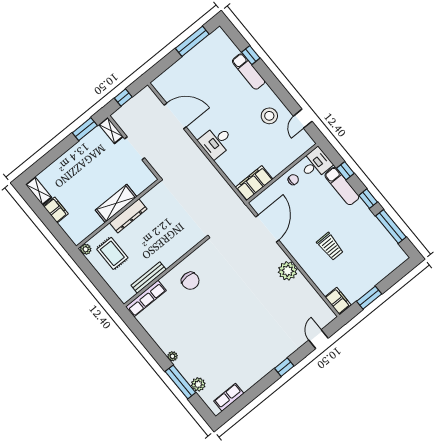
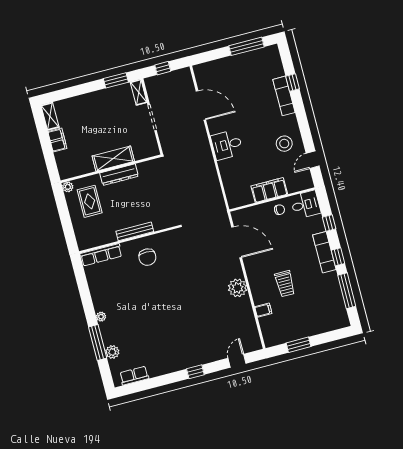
filing cabinet: (254, 183) -> (269, 190), moved
exam couch: (342, 186) -> (324, 252), moved
door: (267, 228) -> (237, 242), hinge flipped
bench: (149, 277) -> (135, 231), moved
filing cabinet: (338, 301) -> (263, 310), moved, width x0.50

